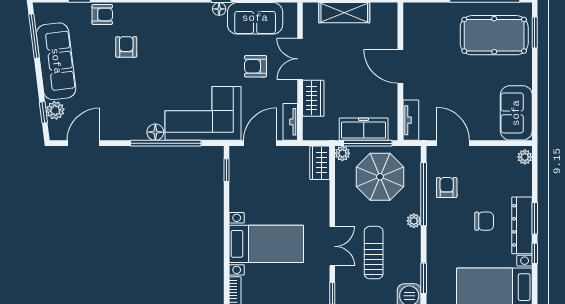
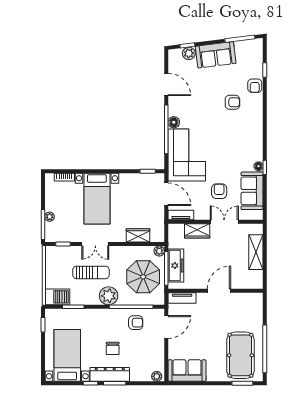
sofa: (56, 61) -> (216, 55), width x0.73
door: (83, 143) -> (166, 84), moved
wardrobe: (320, 163) -> (138, 235), moved
plant: (414, 221) -> (109, 296), width x1.87, depth x1.87

